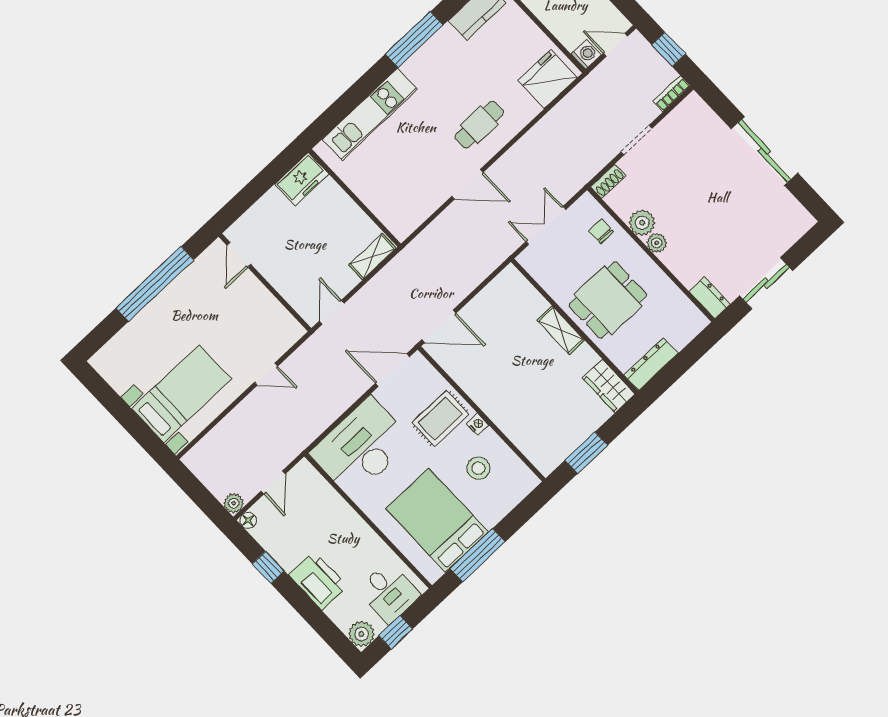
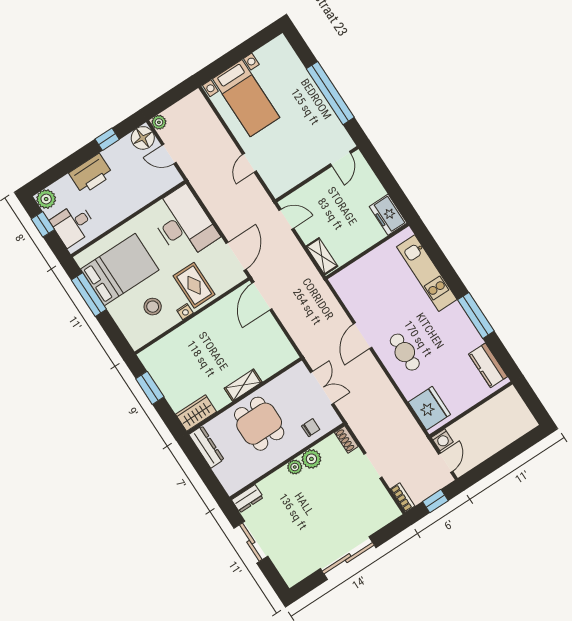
door: (239, 255) -> (341, 159), swing flipped
floor lamp: (248, 521) -> (143, 138), width x1.89, depth x1.89

